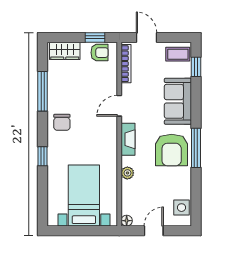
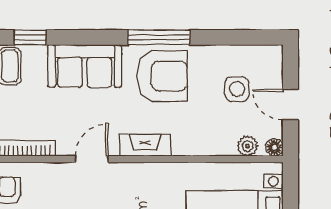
door: (119, 106) -> (92, 159), swing flipped
plant: (127, 173) -> (248, 146), moved
side table: (182, 208) -> (237, 89), moved

